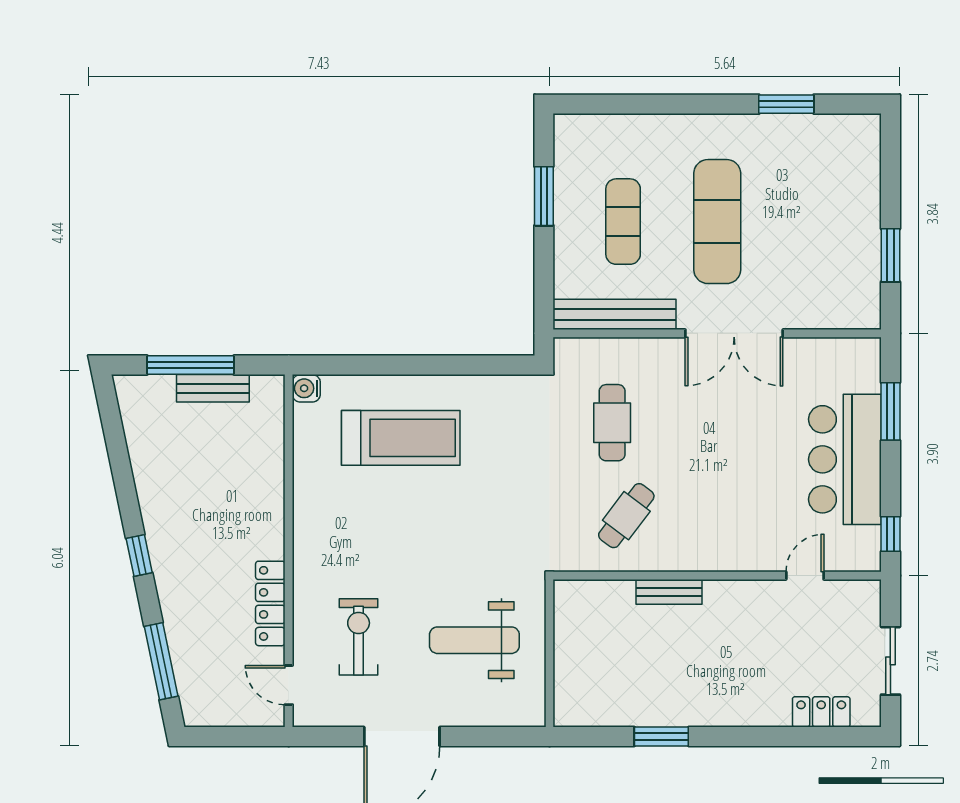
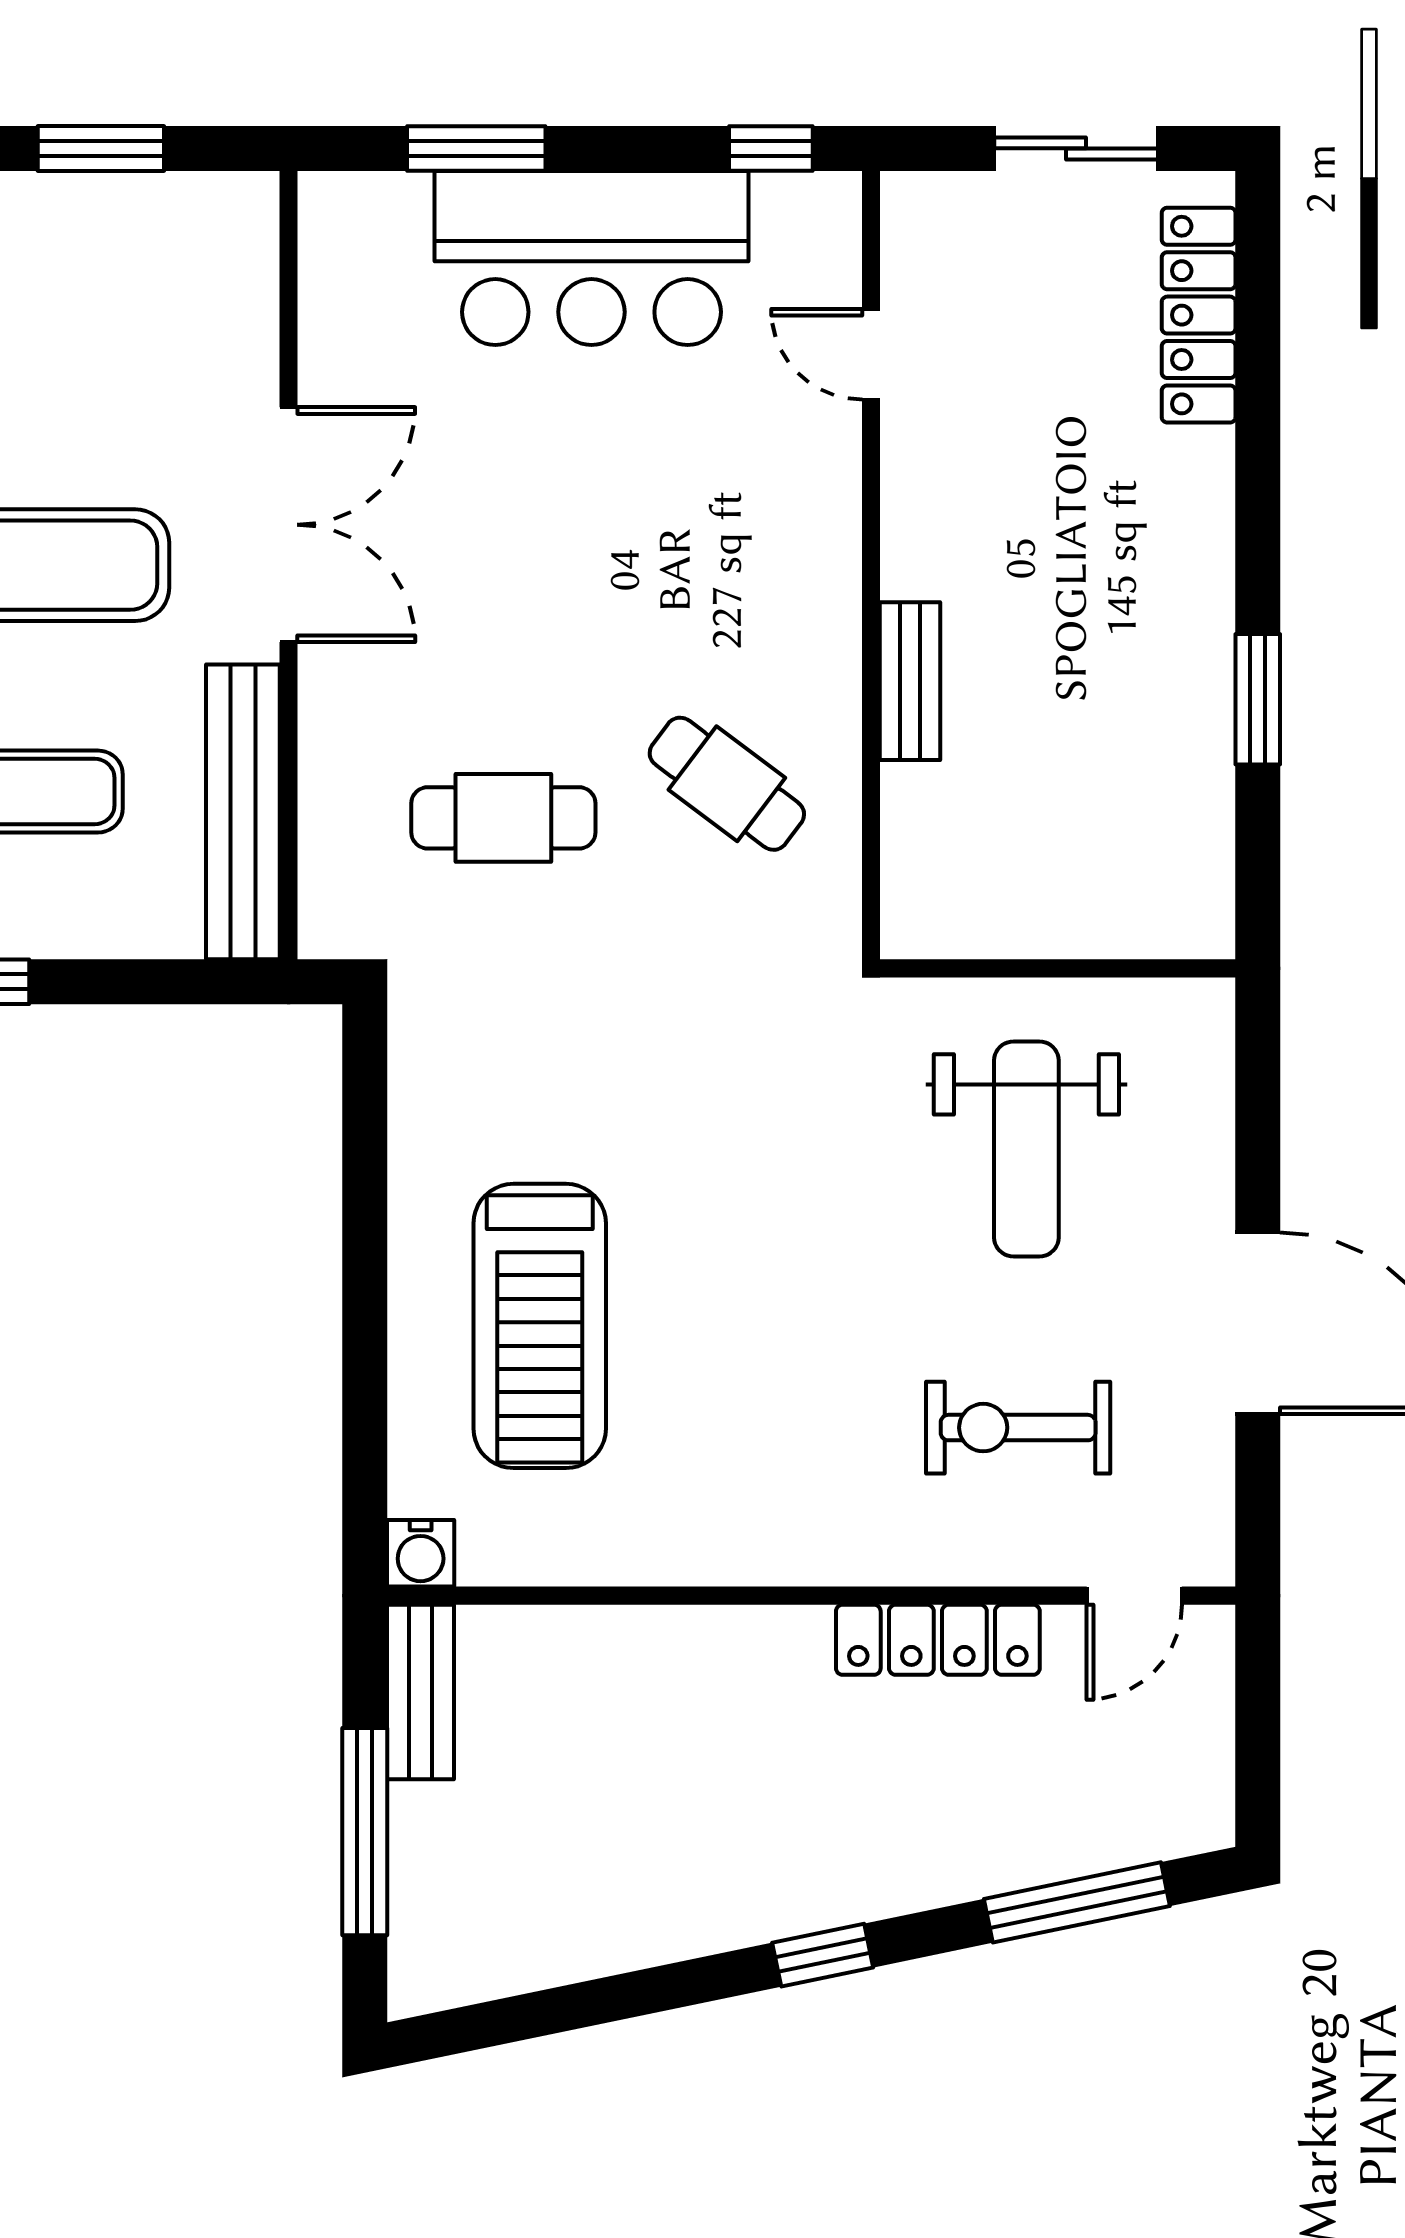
bench: (213, 388) -> (420, 1692), moved
treadmill: (401, 438) -> (540, 1326), turned 180
locker: (821, 712) -> (1199, 315), width x1.53

